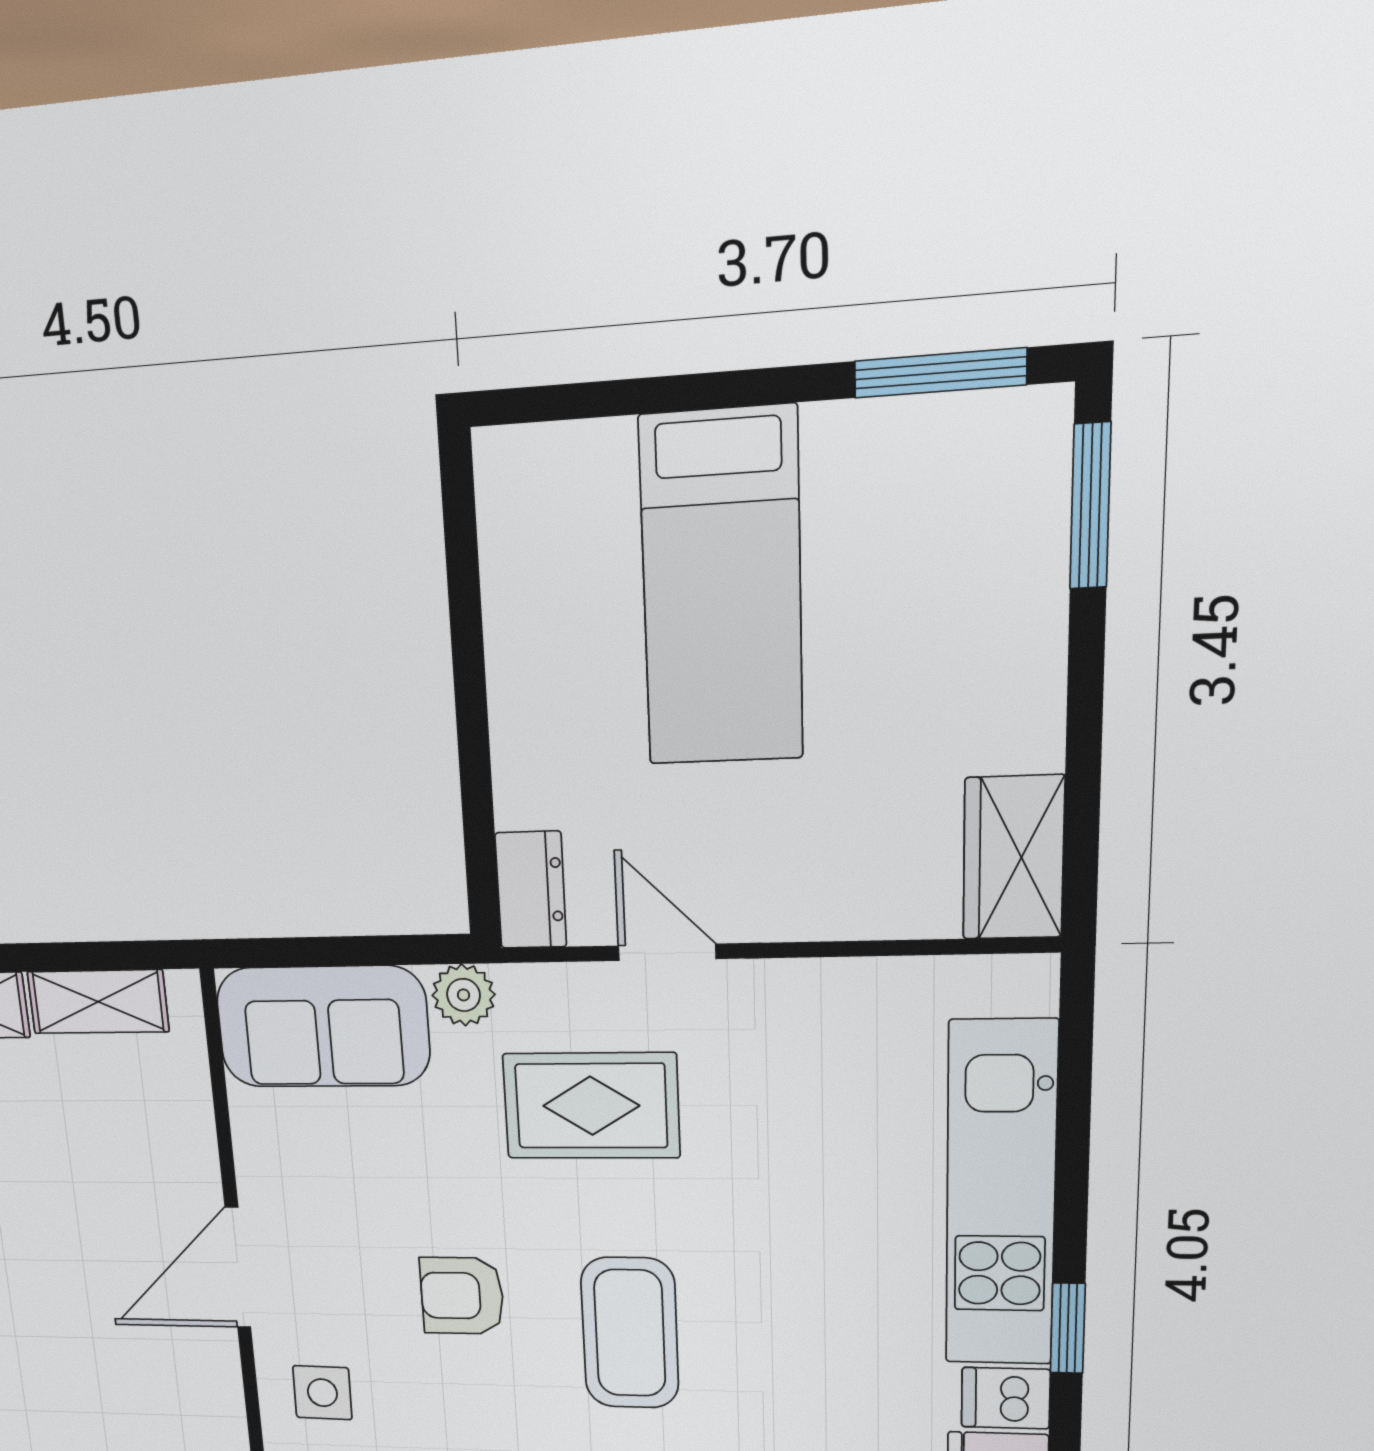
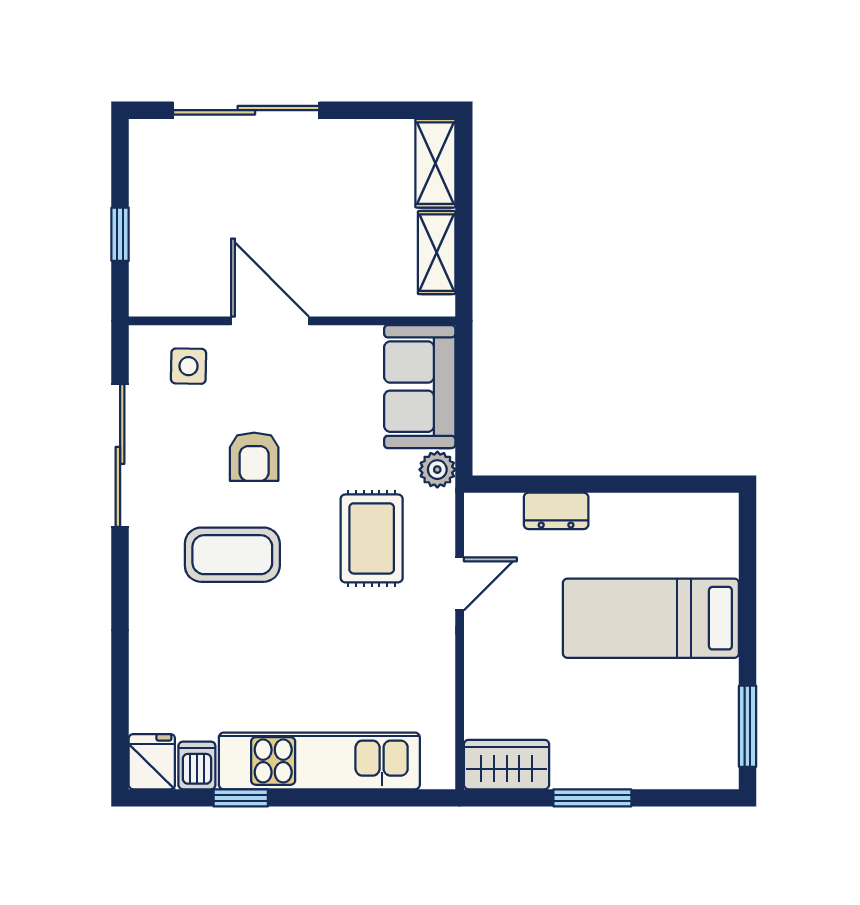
window: (1090, 506) -> (592, 798), moved
dresser: (531, 890) -> (556, 511), moved
armchair: (462, 1296) -> (254, 457), turned 180

